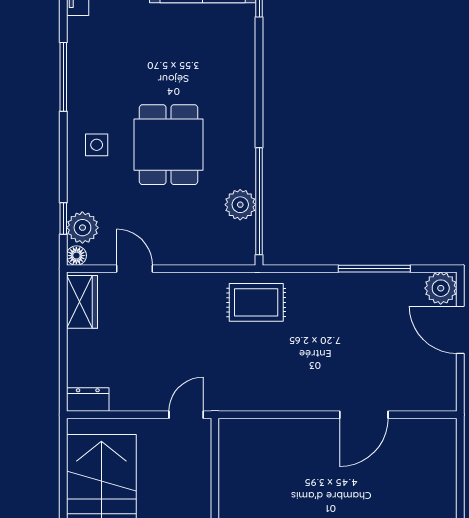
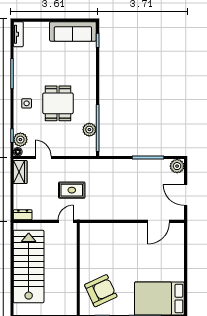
rug: (256, 302) -> (72, 190), moved
door: (460, 330) -> (186, 195), moved
door: (364, 415) -> (158, 221), moved

